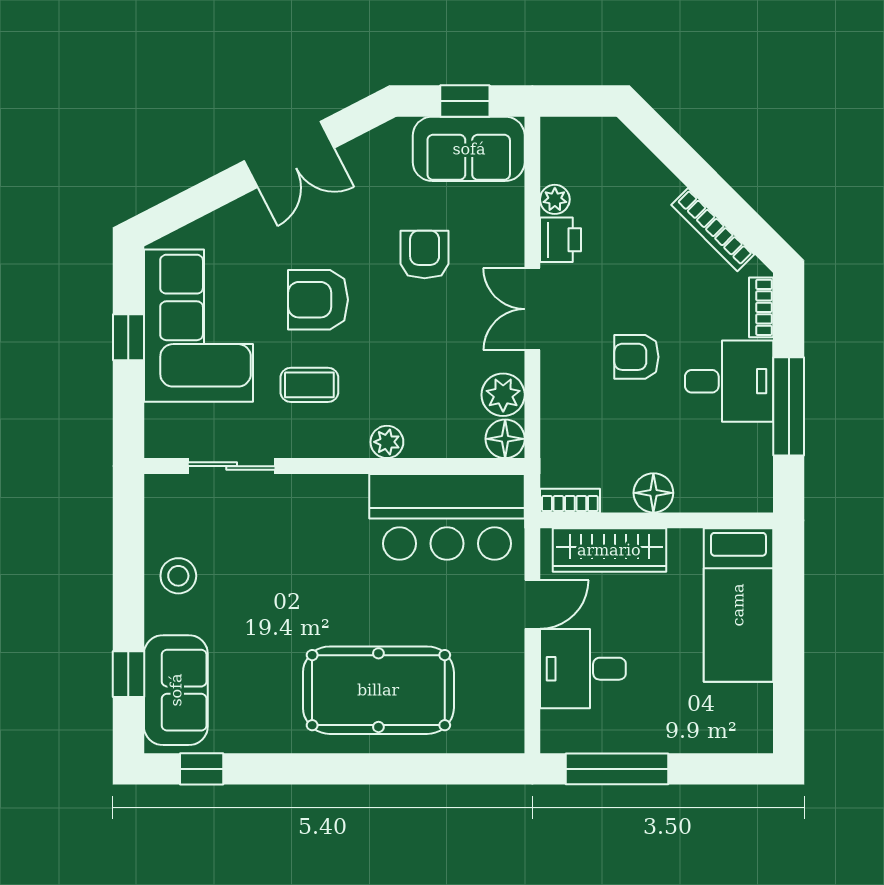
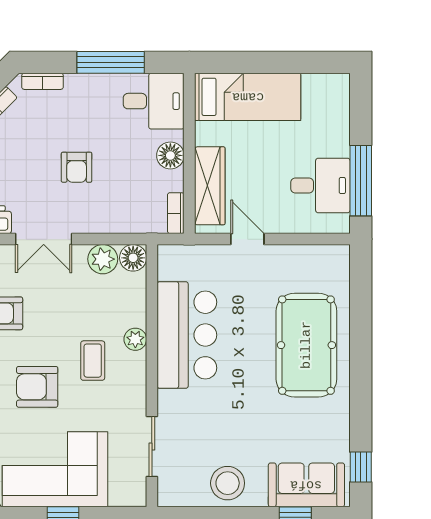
armchair: (318, 300) -> (37, 387), turned 90
desk: (729, 381) -> (154, 101), moved, turned 90
coffee table: (309, 385) -> (93, 361), moved
bar counter: (447, 517) -> (187, 335), moved
stool: (178, 576) -> (228, 483), width x1.38, depth x1.38
desk: (583, 669) -> (320, 186), moved, turned -90

